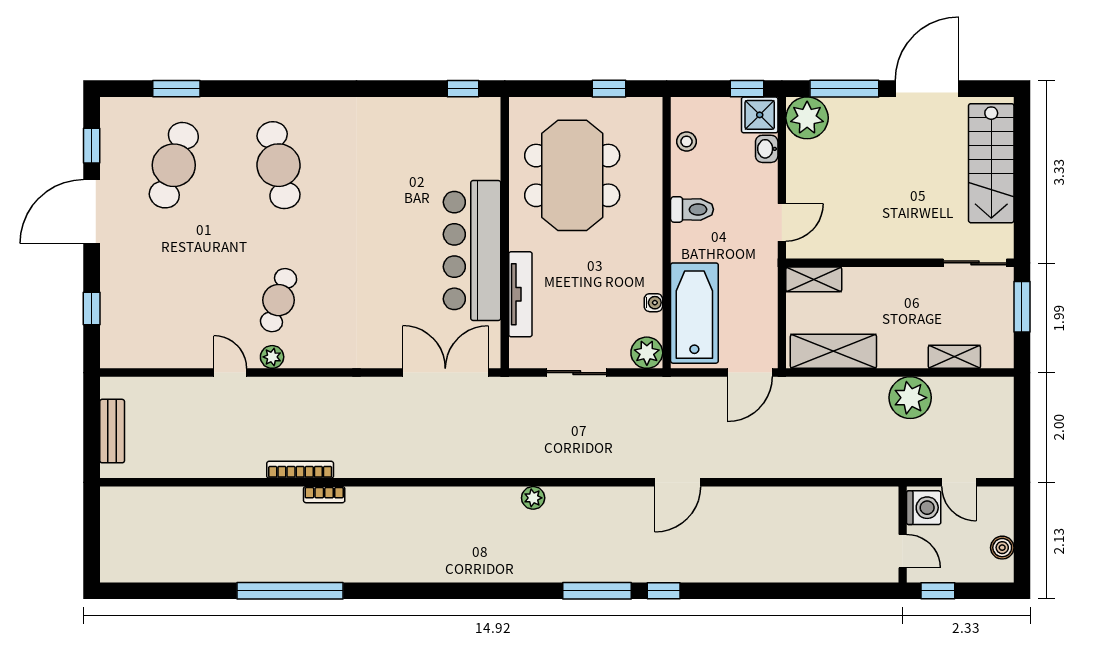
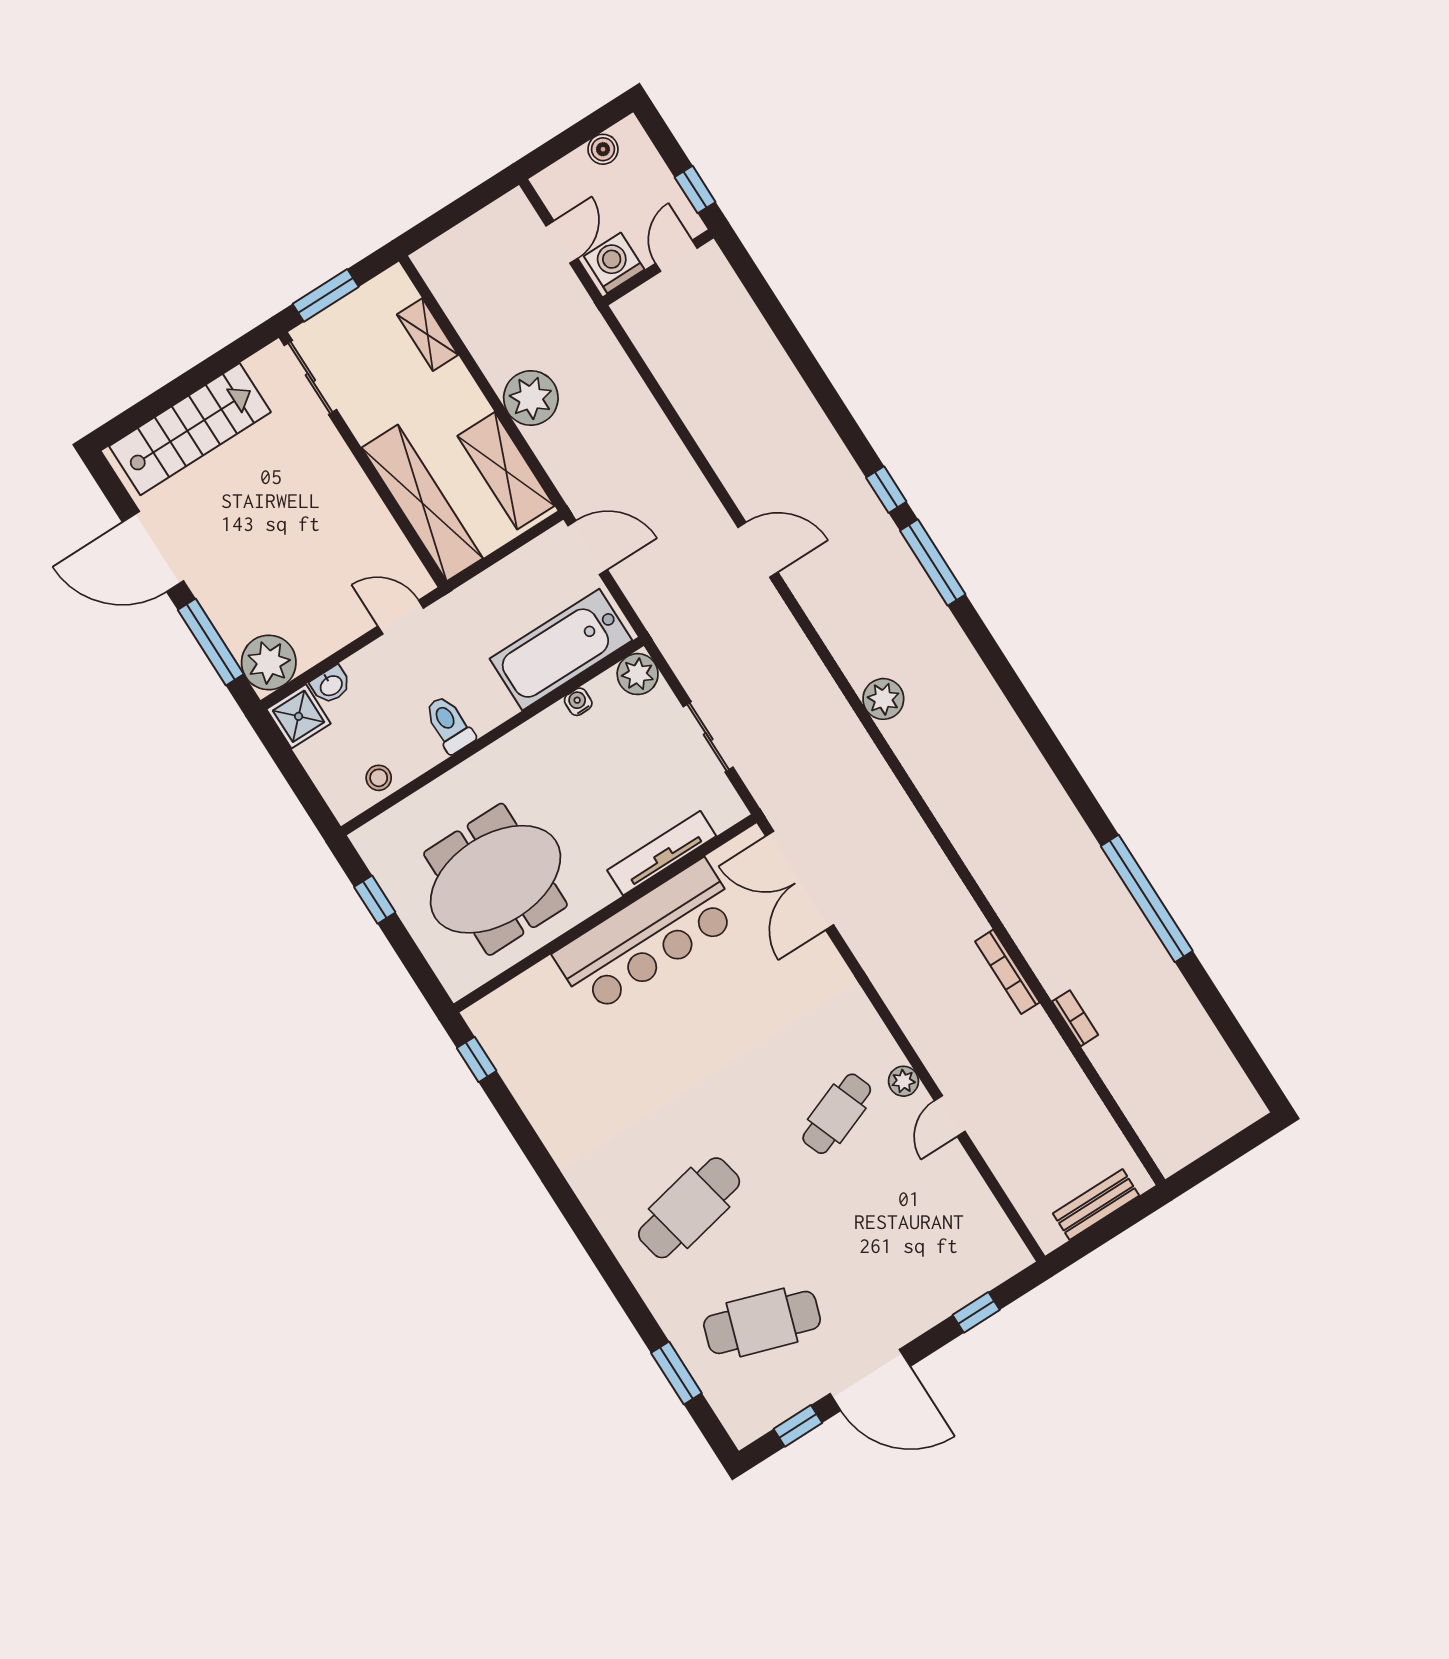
window: (747, 89) -> (279, 749), removed
shelving: (814, 279) -> (422, 503), width x2.20, depth x1.33
cafe table: (279, 300) -> (837, 1114), turned -39
plant: (910, 398) -> (531, 398), moved
bookcase: (324, 495) -> (1075, 1018), moved
plant: (533, 498) -> (883, 699), width x1.38, depth x1.38

